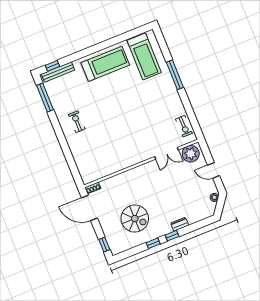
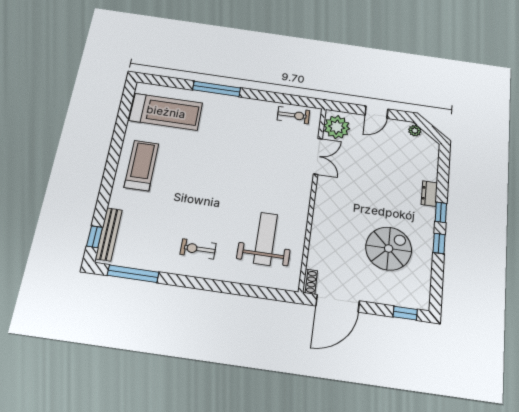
treadmill: (105, 64) -> (142, 165), width x0.73, depth x0.73
weight bench: (103, 153) -> (266, 239), added

